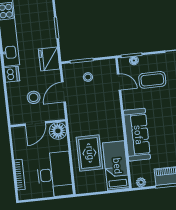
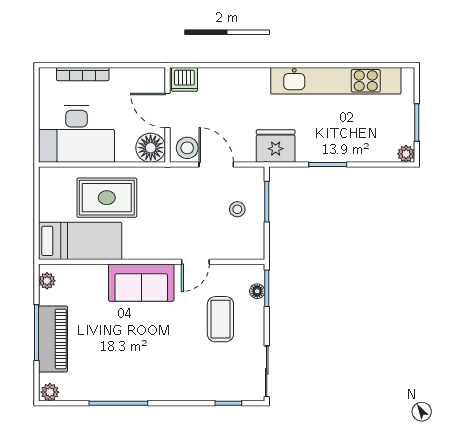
dishwasher: (12, 74) -> (184, 79), moved
door: (119, 82) -> (195, 262), moved
stool: (34, 97) -> (187, 148), moved
sofa: (137, 135) -> (141, 283), width x0.73

